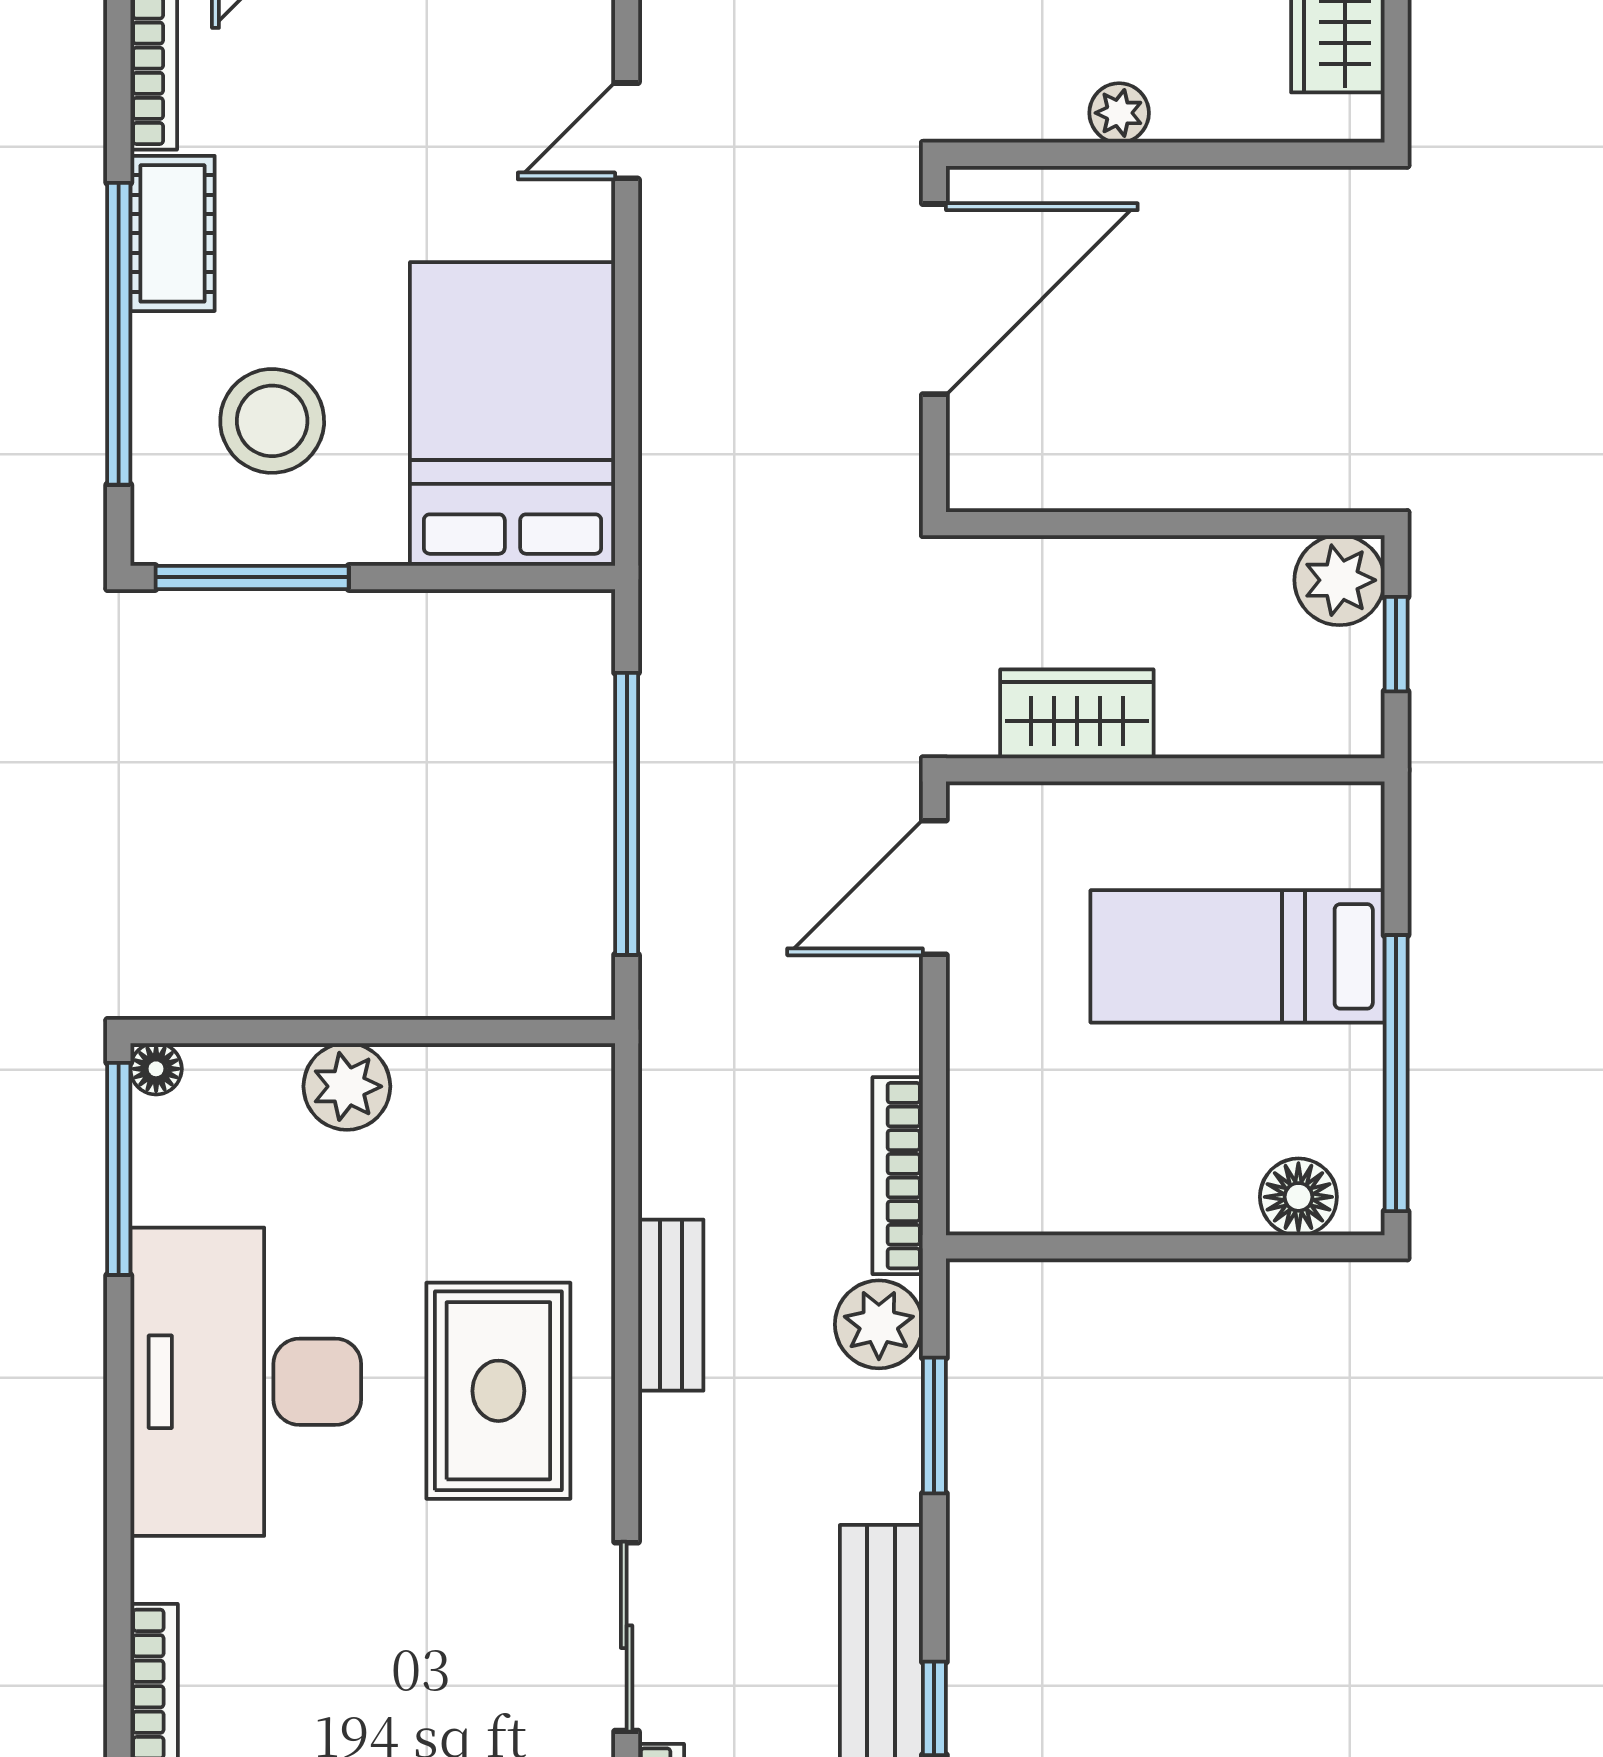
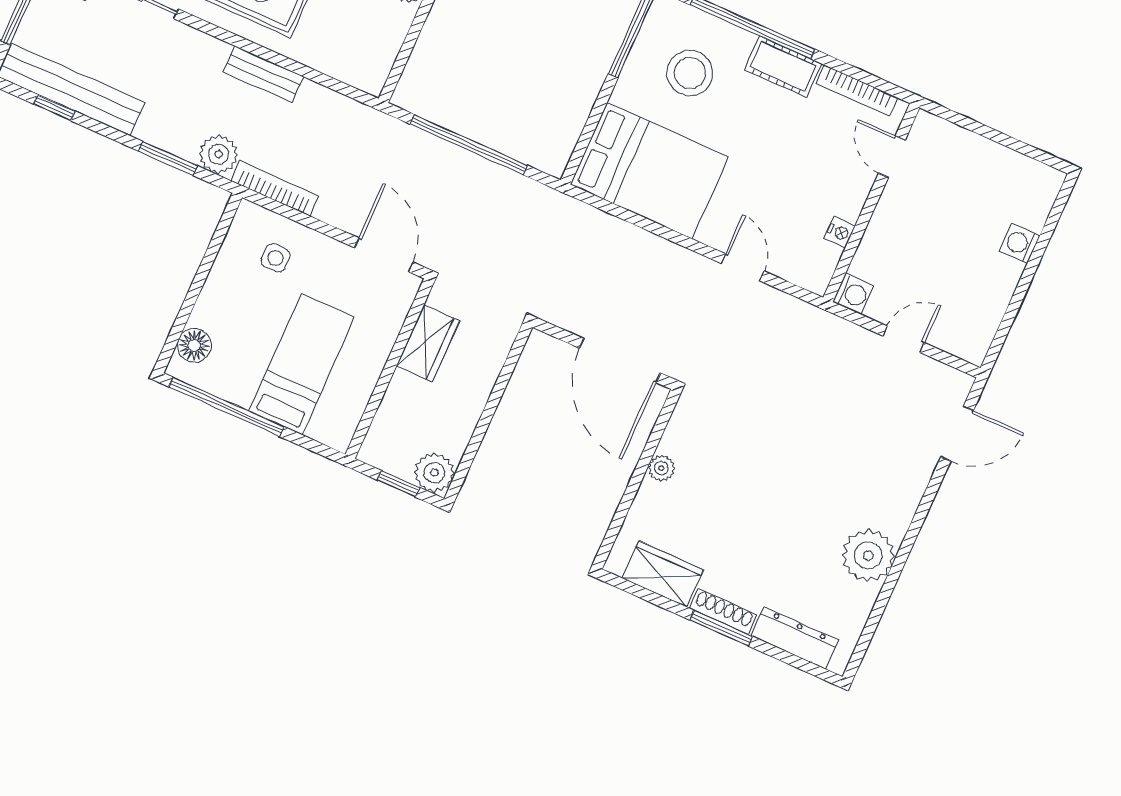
side table: (1041, 1110) -> (275, 258), added

